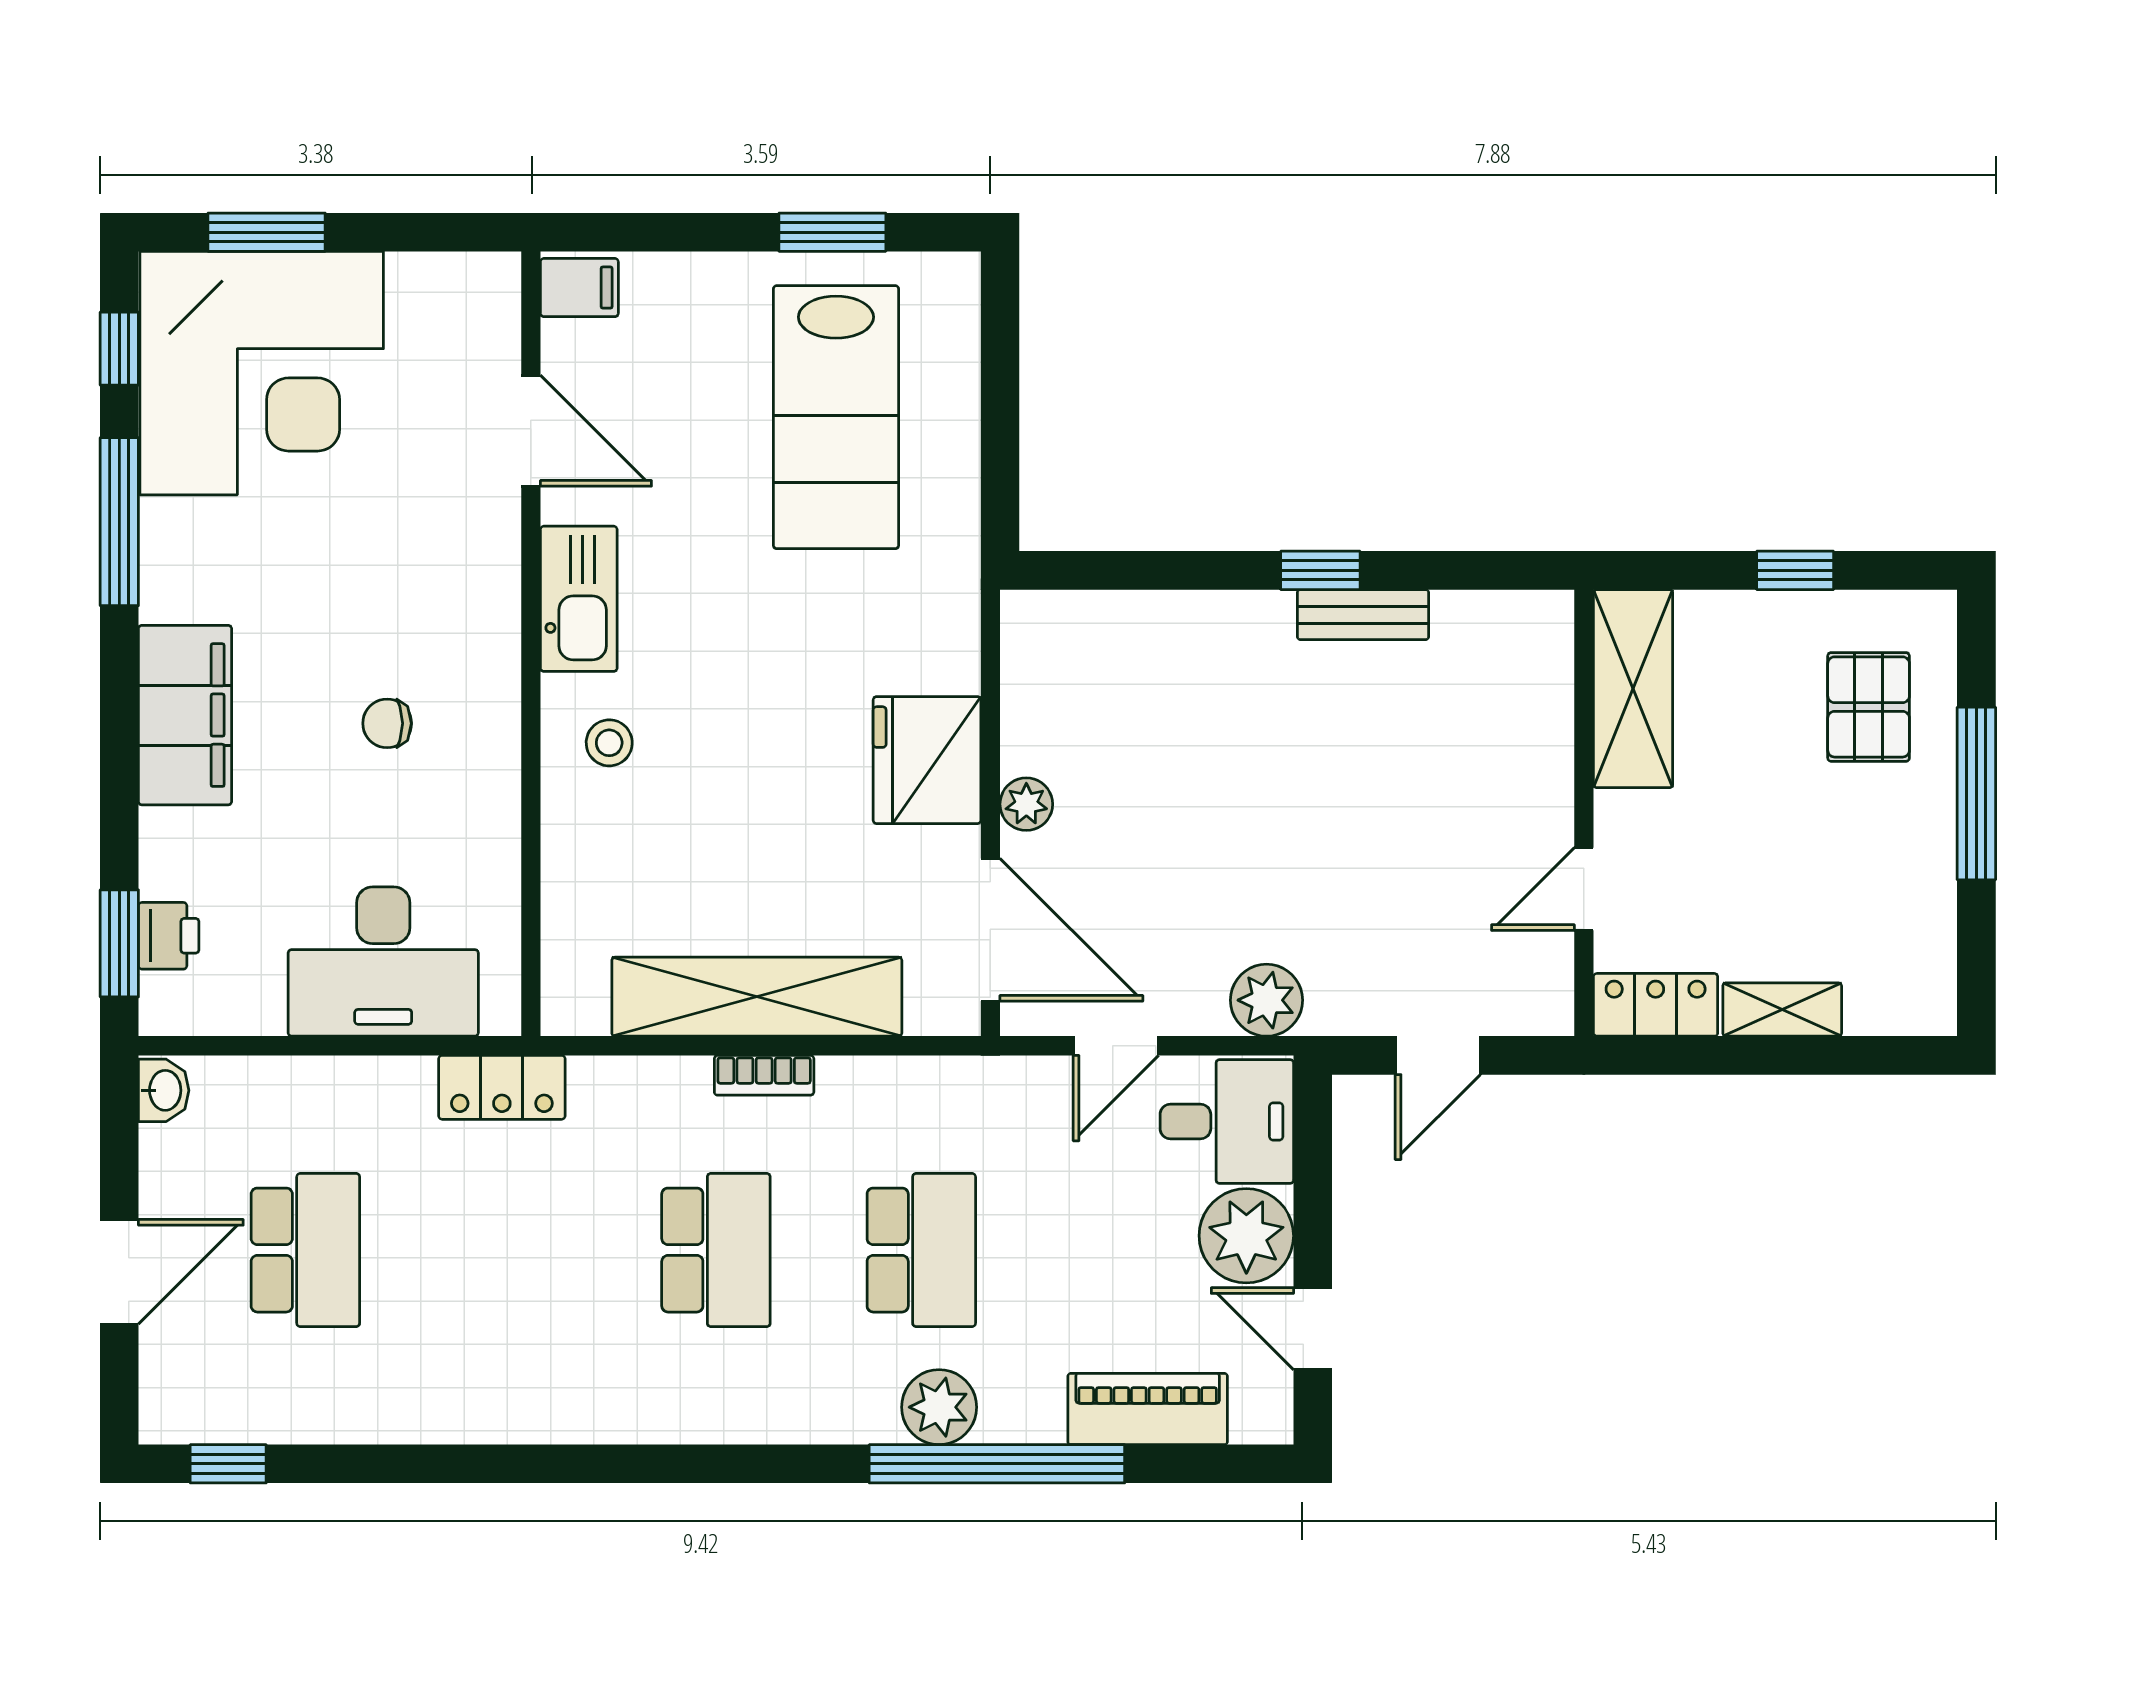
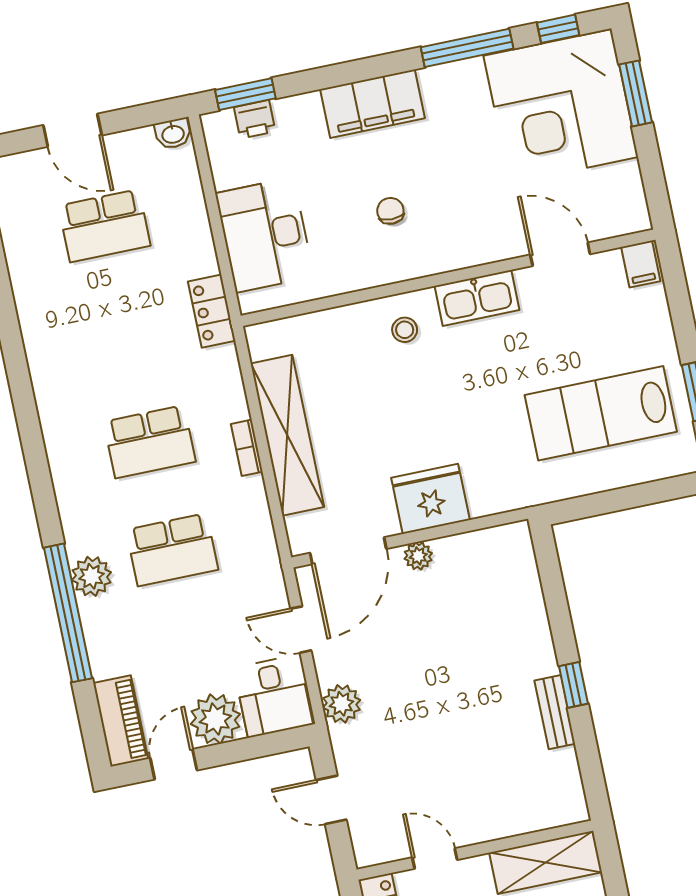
door: (531, 431) -> (560, 254), swing flipped
piano: (1148, 1409) -> (121, 721), moved

